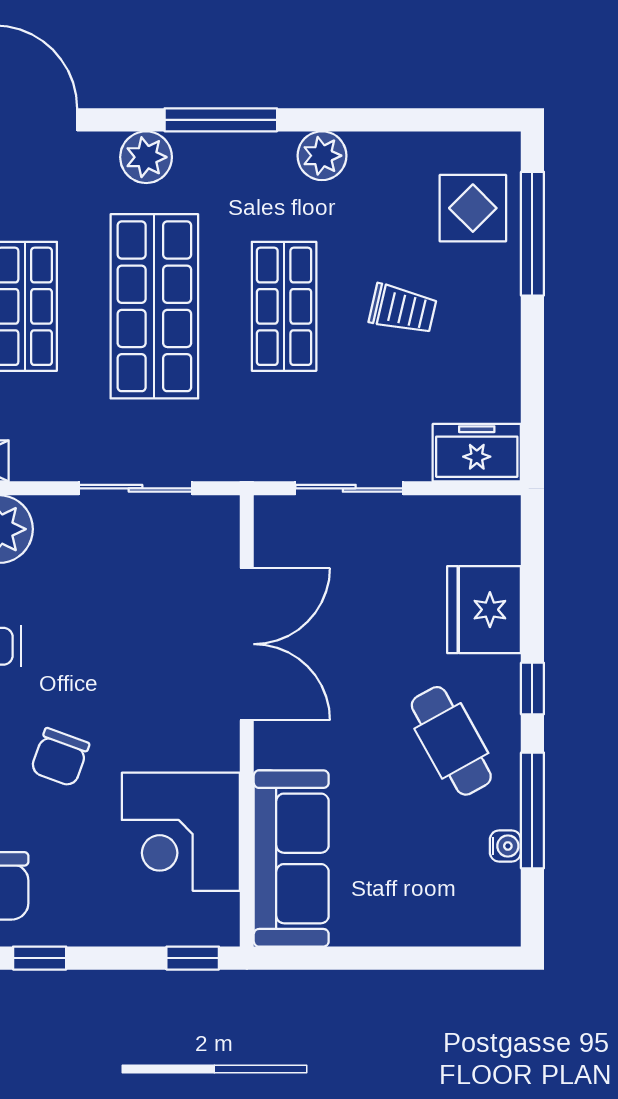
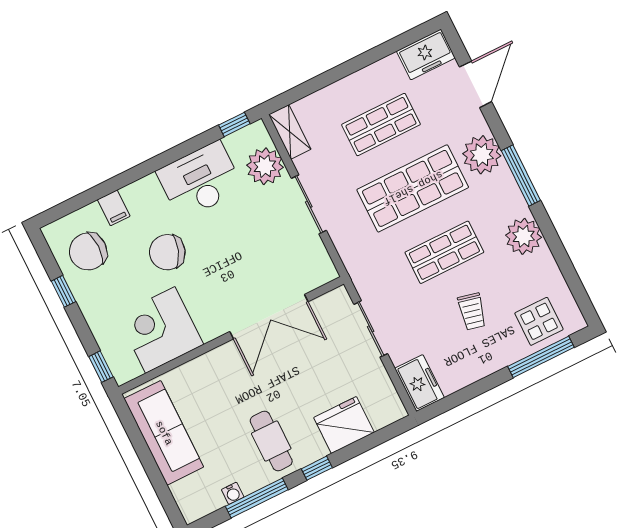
plant: (322, 156) -> (524, 236), width x1.36, depth x1.36
plant: (146, 157) -> (482, 155), width x1.36, depth x1.36
sliding door: (136, 488) -> (309, 204), moved
cafe table: (451, 741) -> (271, 441), turned -61
chair: (60, 757) -> (167, 252), width x1.37, depth x1.37
sofa: (291, 858) -> (164, 433), moved, turned -90

